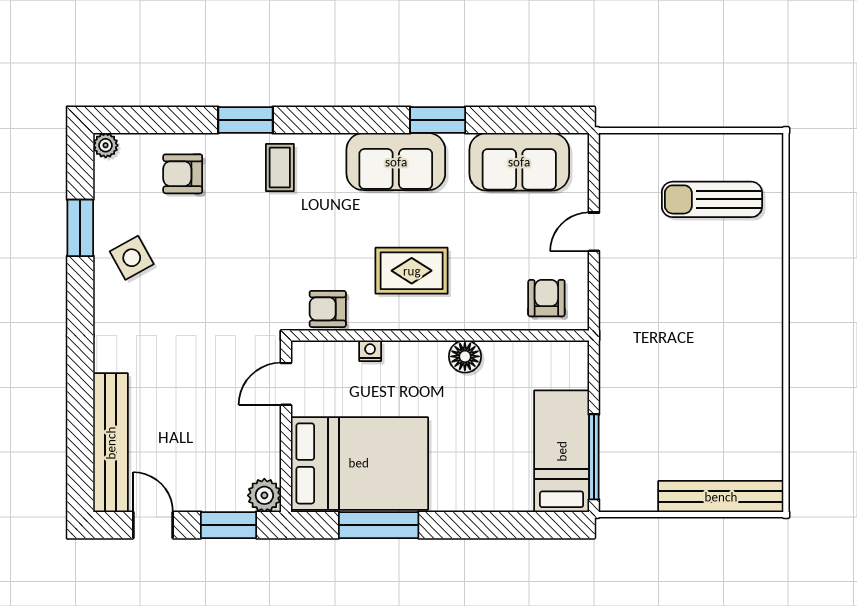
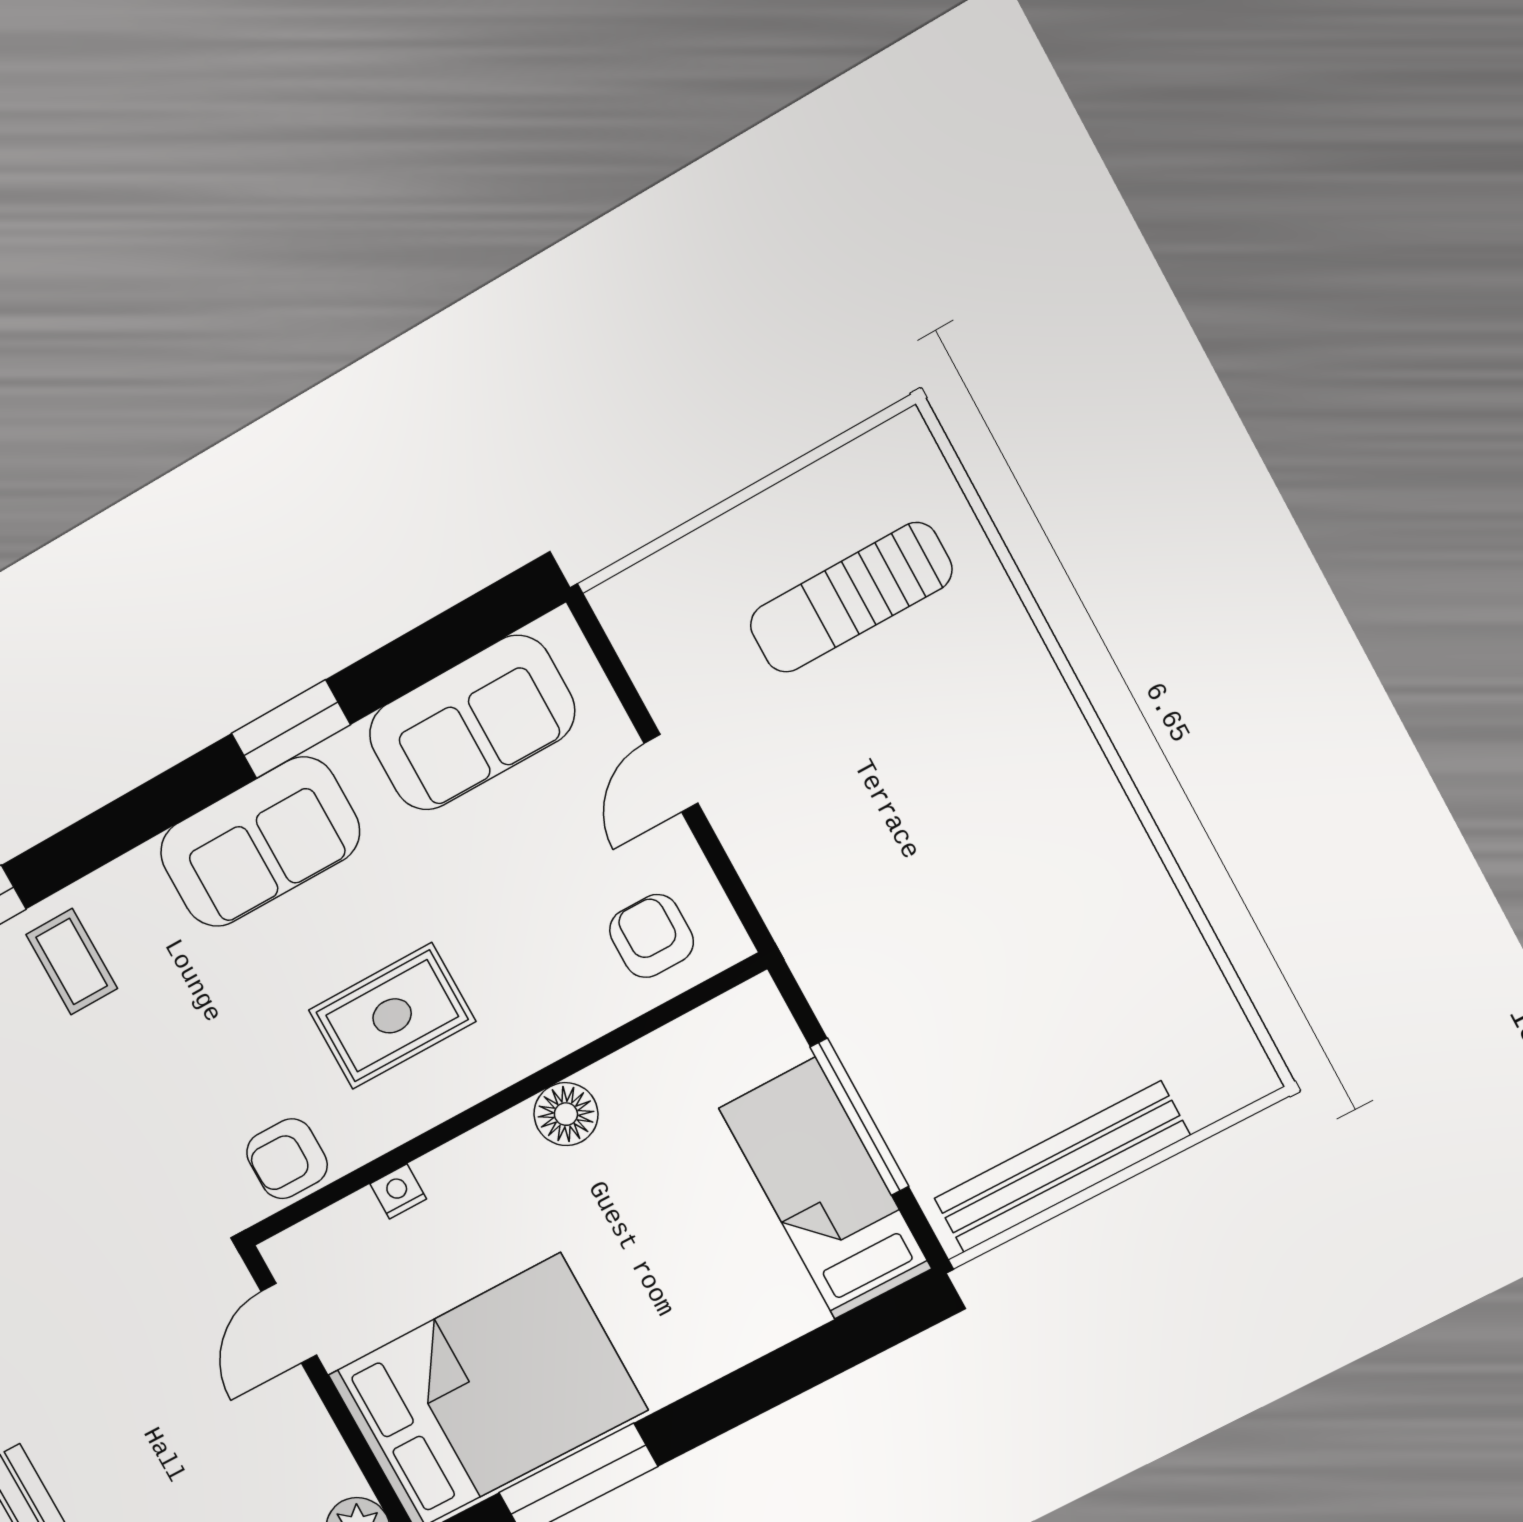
window: (594, 457) -> (859, 1117), moved
bench: (721, 497) -> (1062, 1167), moved

